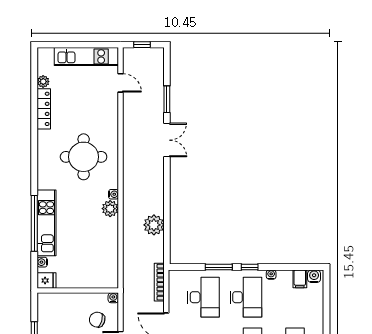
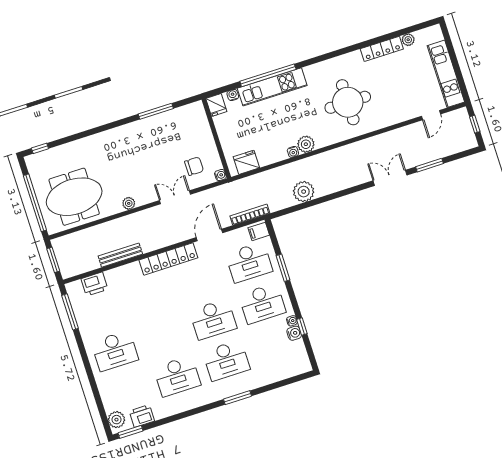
double door: (167, 140) -> (390, 178), swing flipped
water cooler: (113, 194) -> (293, 152), moved
window: (250, 267) -> (302, 326), moved
fridge: (109, 270) -> (246, 162), added
water cooler: (314, 276) -> (294, 333), moved
filing cabinet: (300, 279) -> (259, 231), moved
chair: (97, 320) -> (194, 166), turned 73

